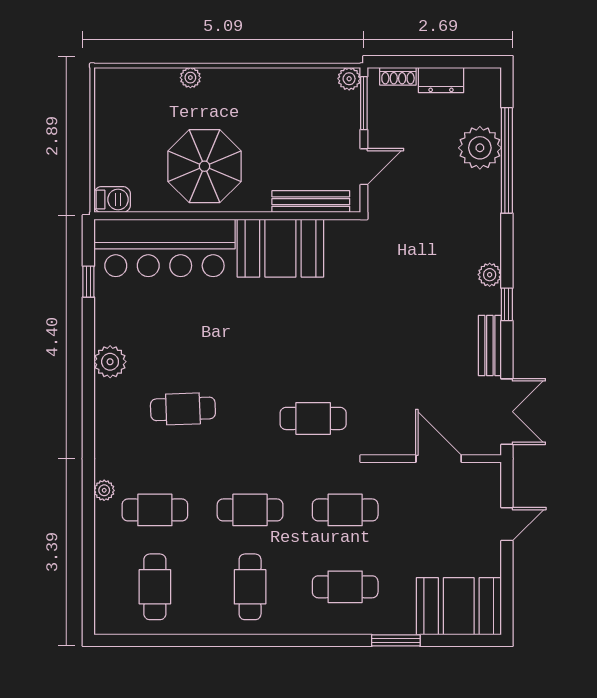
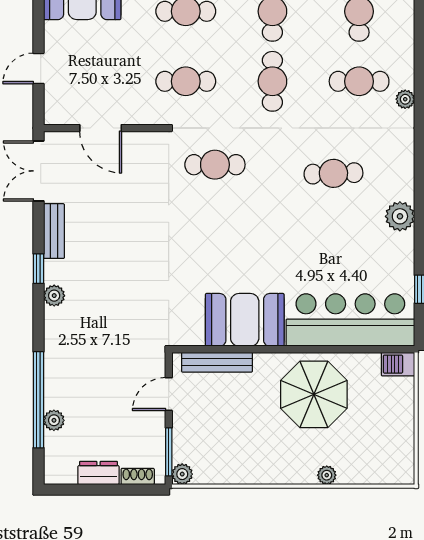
plant: (480, 148) -> (54, 420), width x0.53, depth x0.53
cafe table: (250, 510) -> (272, 81), turned 90

